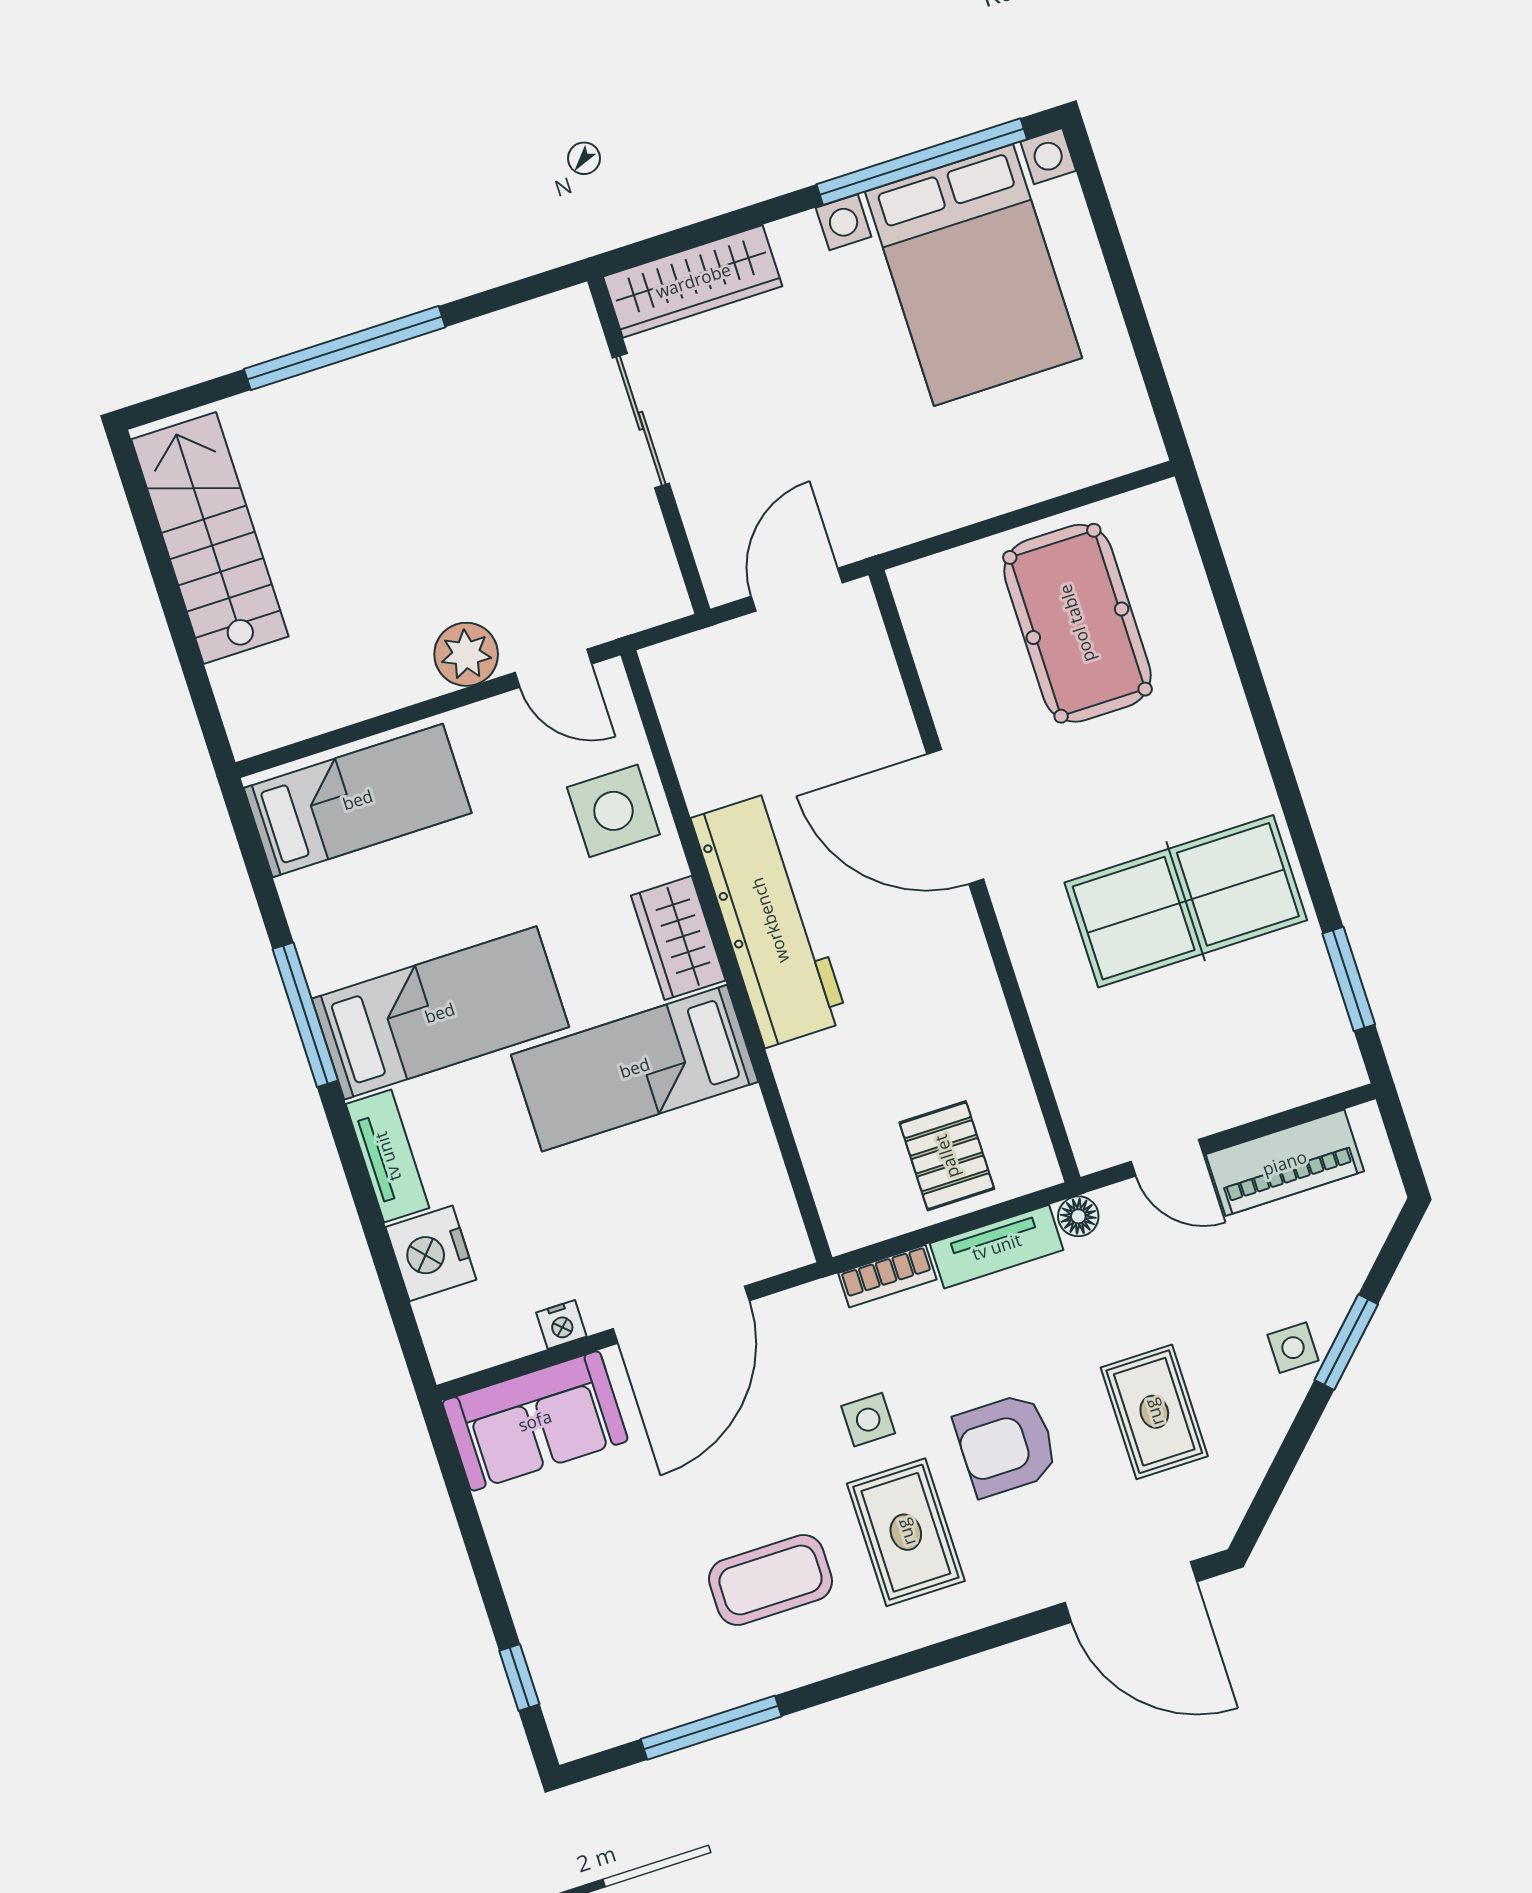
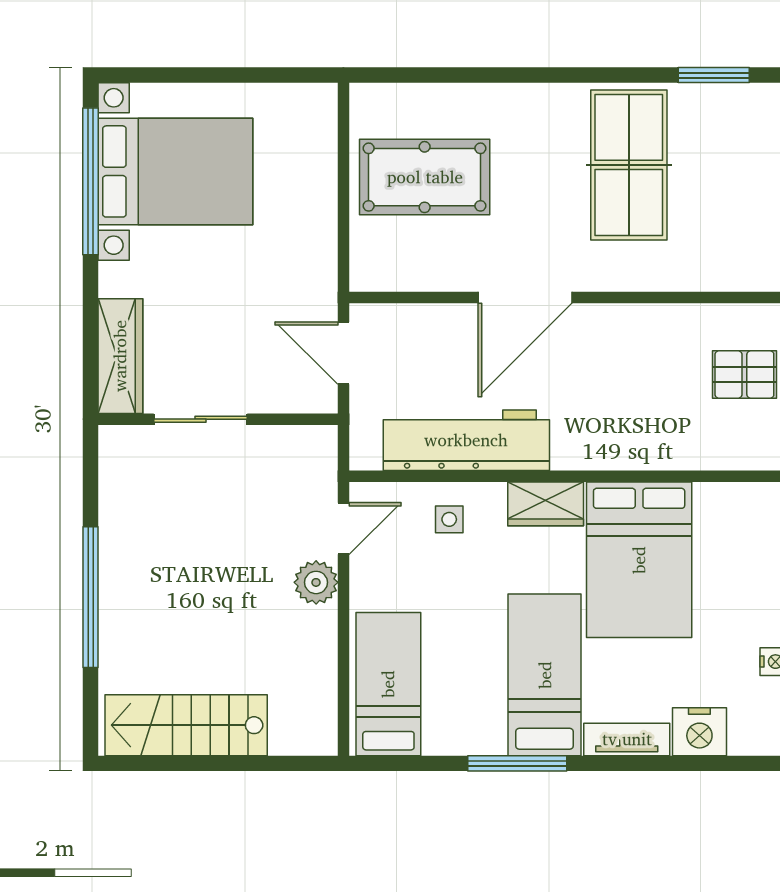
side table: (613, 811) -> (449, 519), width x0.54, depth x0.54
workbench: (770, 920) -> (466, 440), moved
bed: (635, 1068) -> (639, 560), width x1.50

